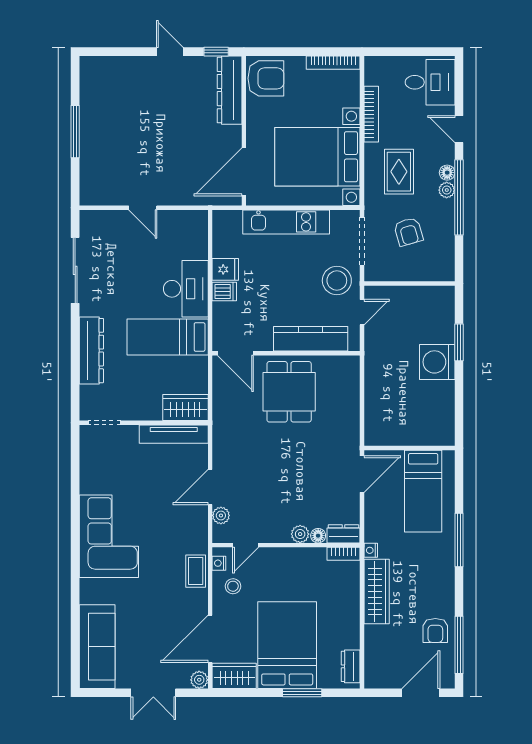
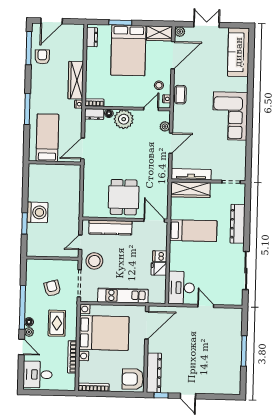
plant: (447, 190) -> (29, 332), moved
desk: (186, 289) -> (181, 288), moved
wardrobe: (185, 408) -> (190, 190), width x1.50
plant: (300, 534) -> (124, 119), width x1.87, depth x1.87

